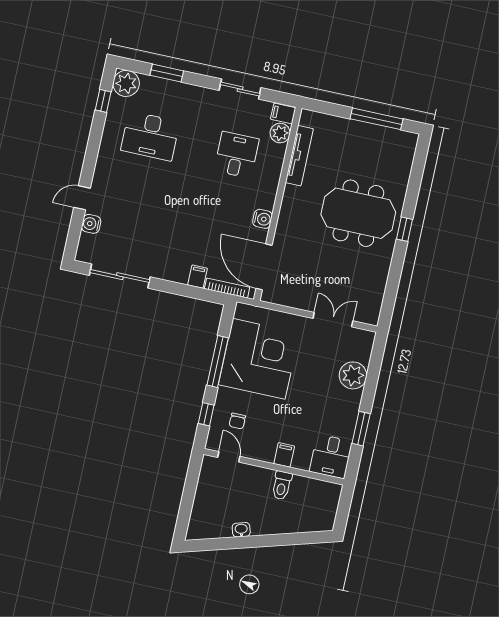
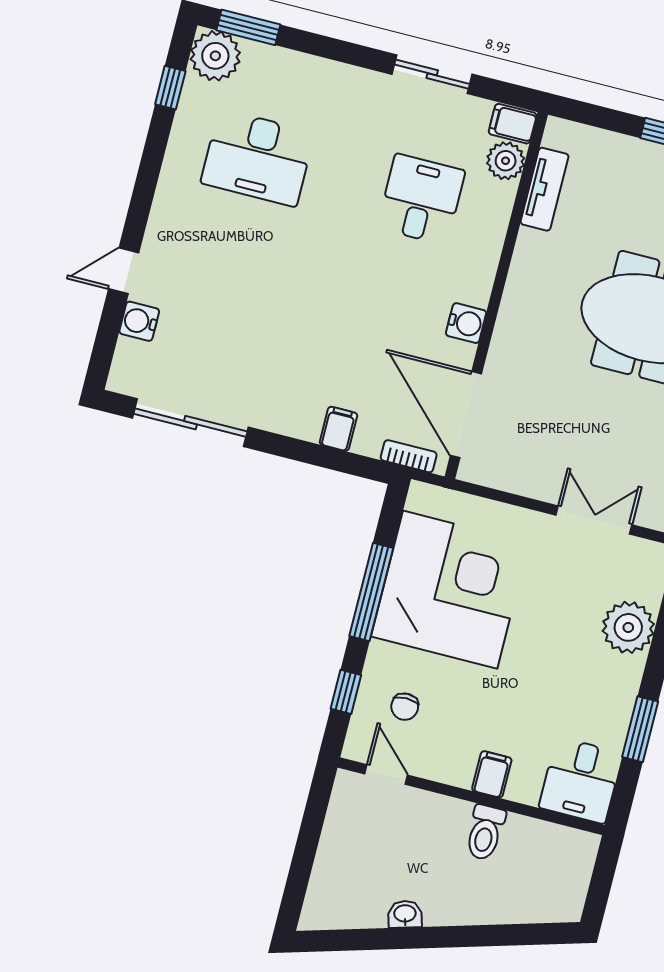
window: (167, 73) -> (248, 27), moved
tv unit: (299, 156) -> (545, 189), width x0.71
bookcase: (227, 288) -> (409, 456), width x0.64

